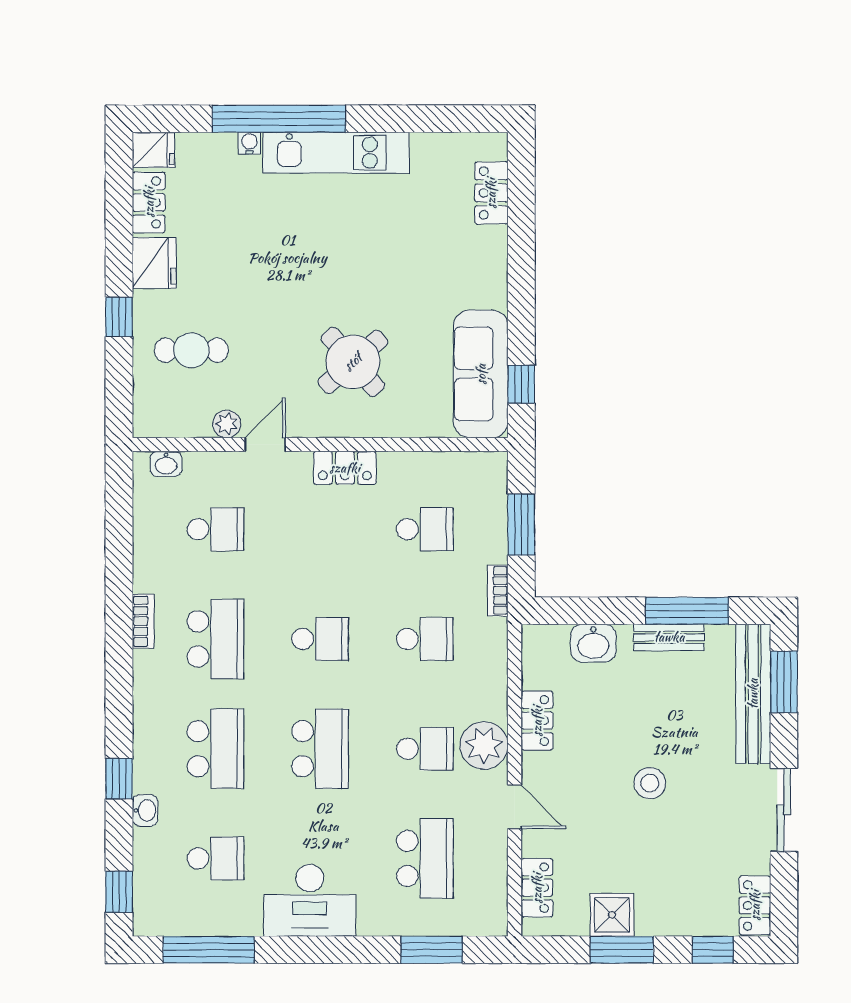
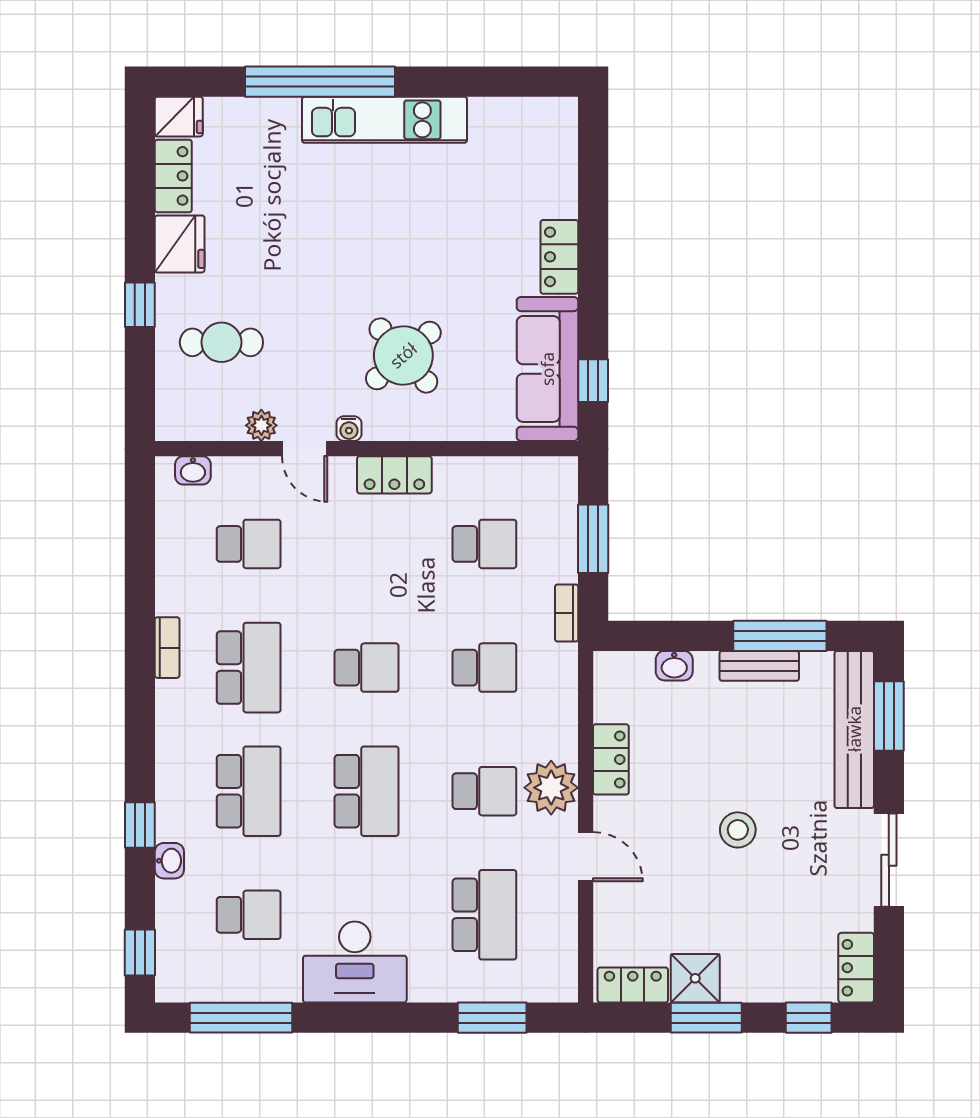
water cooler: (249, 143) -> (349, 429), moved, turned 180
locker: (491, 193) -> (559, 257), moved
door: (265, 445) -> (305, 449), swing flipped
washbasin: (593, 643) -> (674, 666), width x0.72, depth x0.69
locker: (537, 888) -> (633, 985), moved, turned -90

